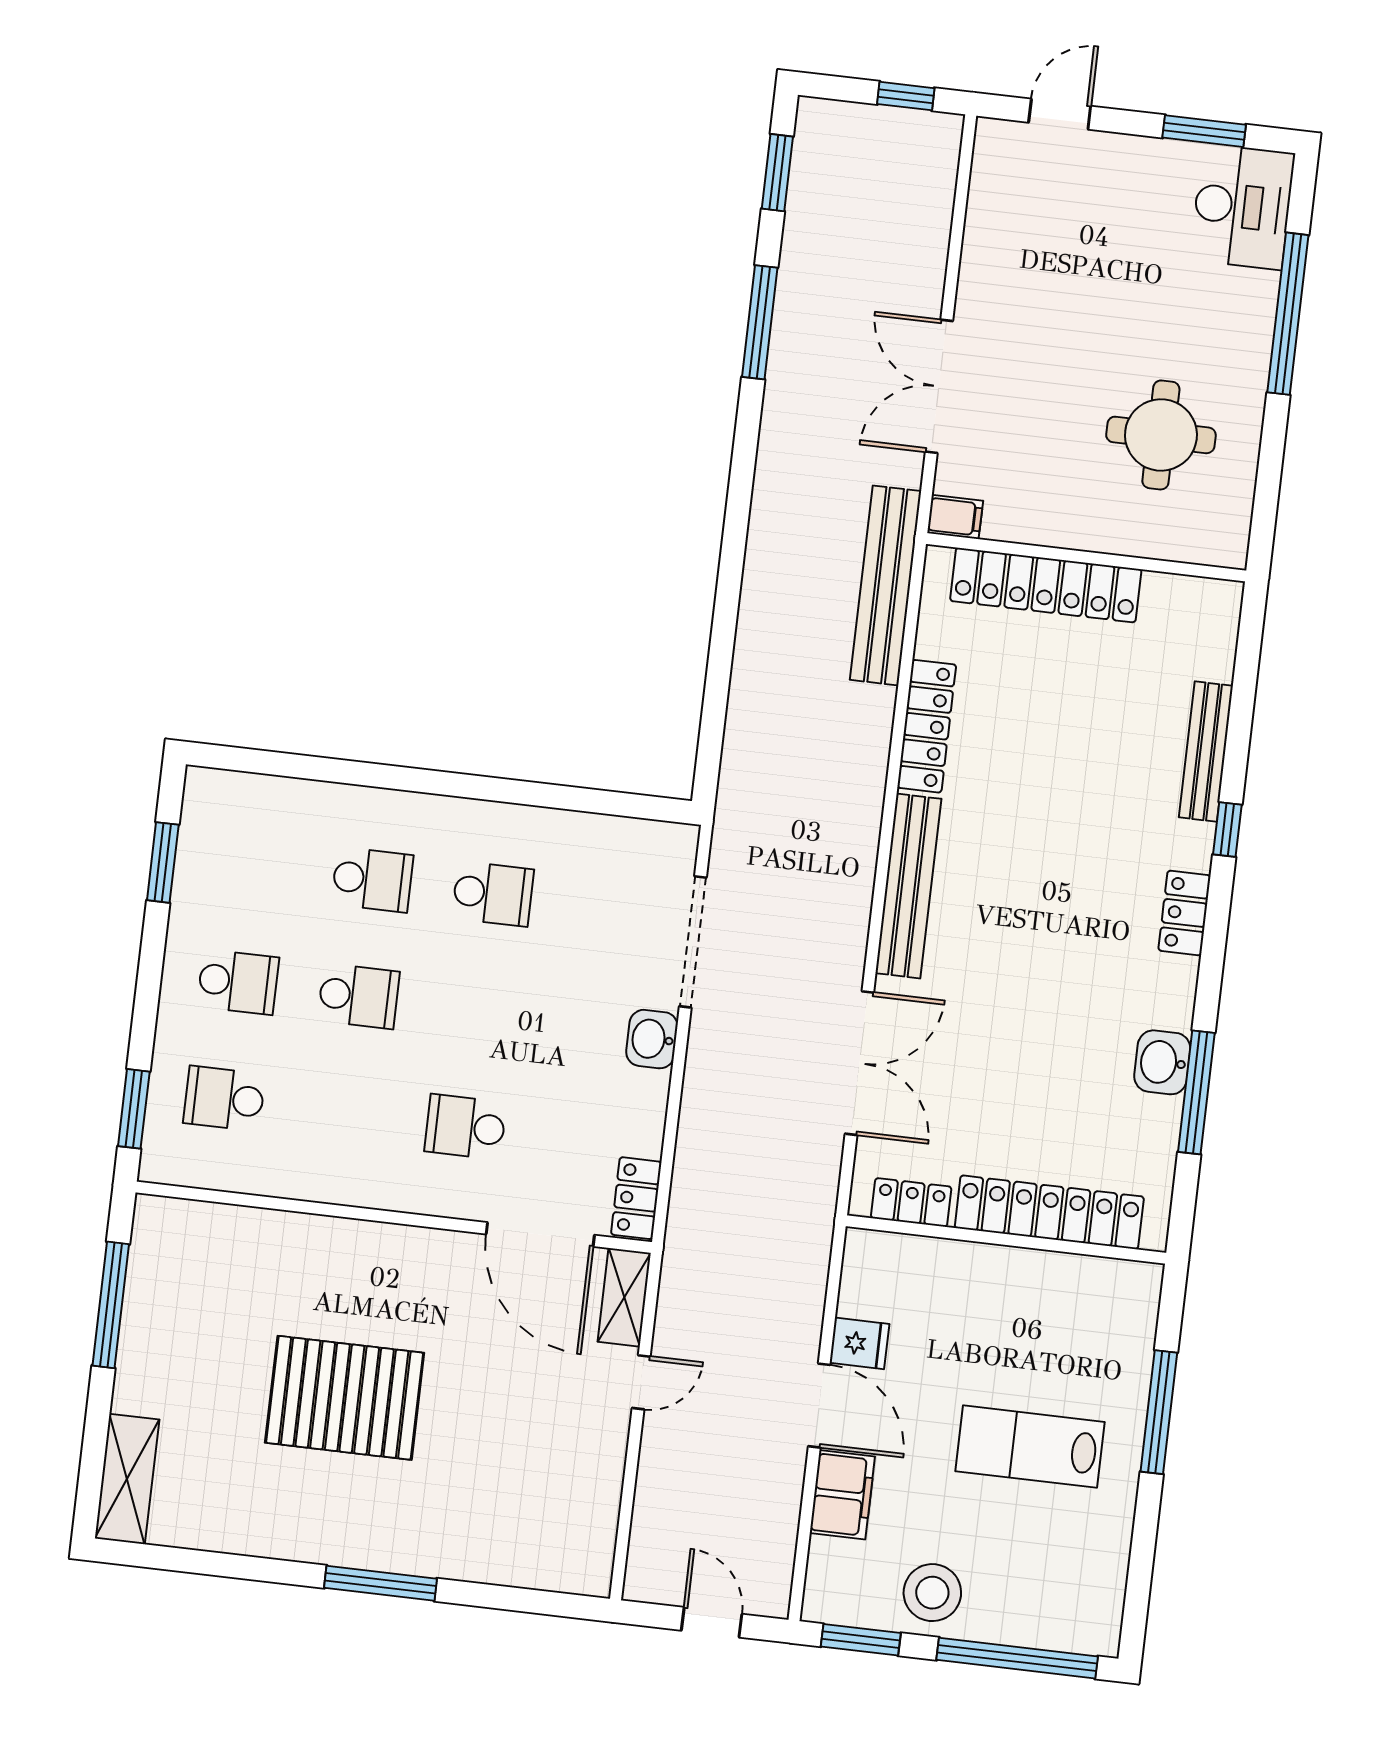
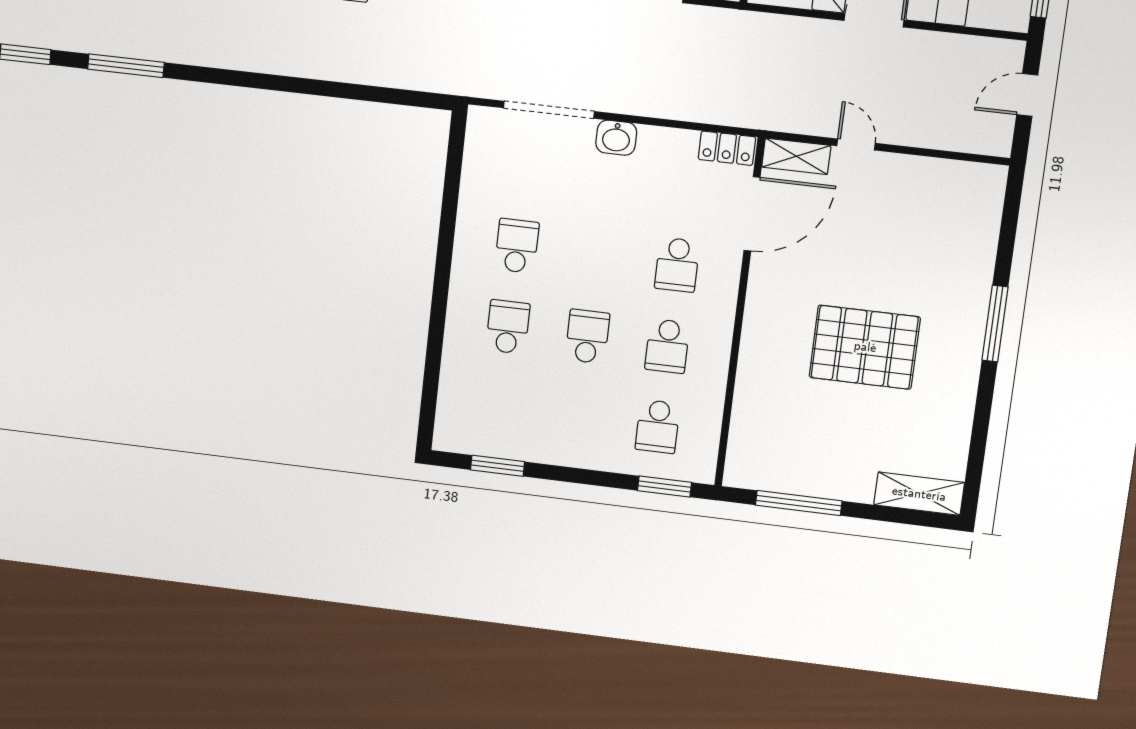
school desk: (238, 982) -> (667, 346), moved, turned 180
pallet: (345, 1398) -> (865, 347), turned 90

